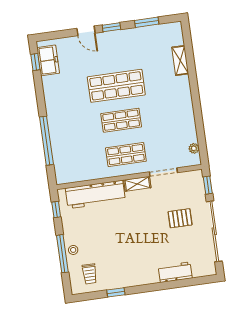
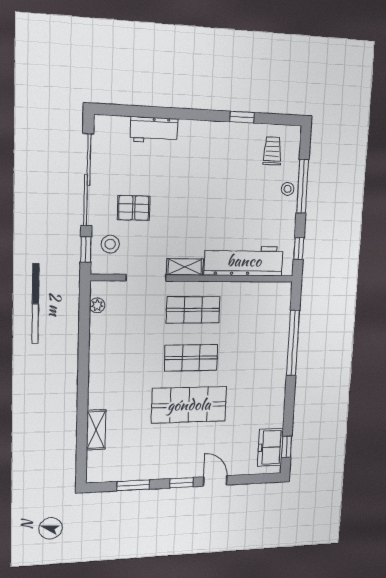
stool: (192, 191) -> (110, 244), added

